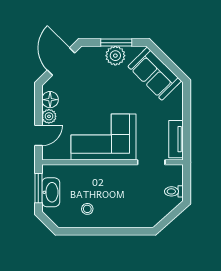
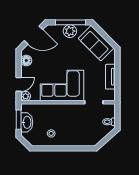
window: (116, 43) -> (70, 22), width x1.44
door: (61, 62) -> (34, 35), swing flipped
plant: (49, 116) -> (26, 96), moved
tv unit: (176, 139) -> (110, 77), moved

